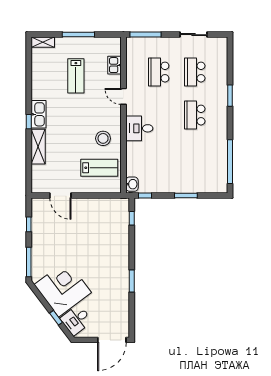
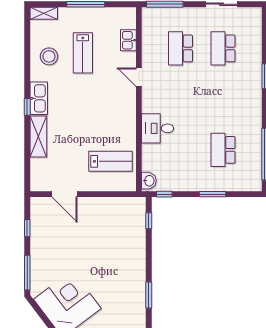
school desk: (195, 115) -> (223, 150), moved
desk: (139, 128) -> (158, 128), moved
stool: (103, 138) -> (49, 56), moved

